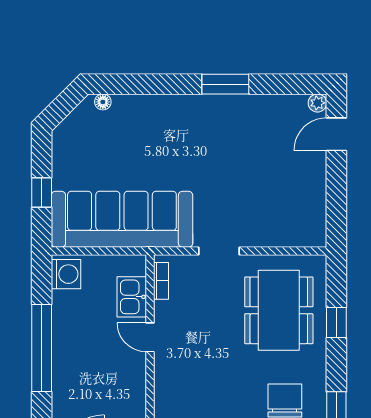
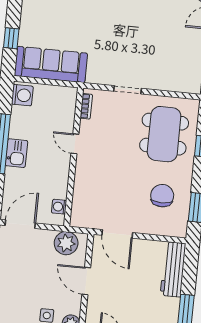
sofa: (122, 219) -> (51, 65), width x0.74, depth x0.79
kitchen sink: (132, 297) -> (16, 153), moved, turned 180

